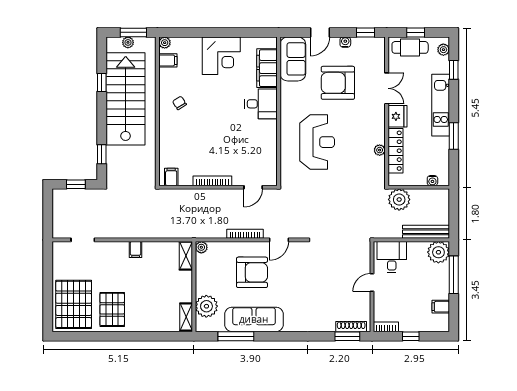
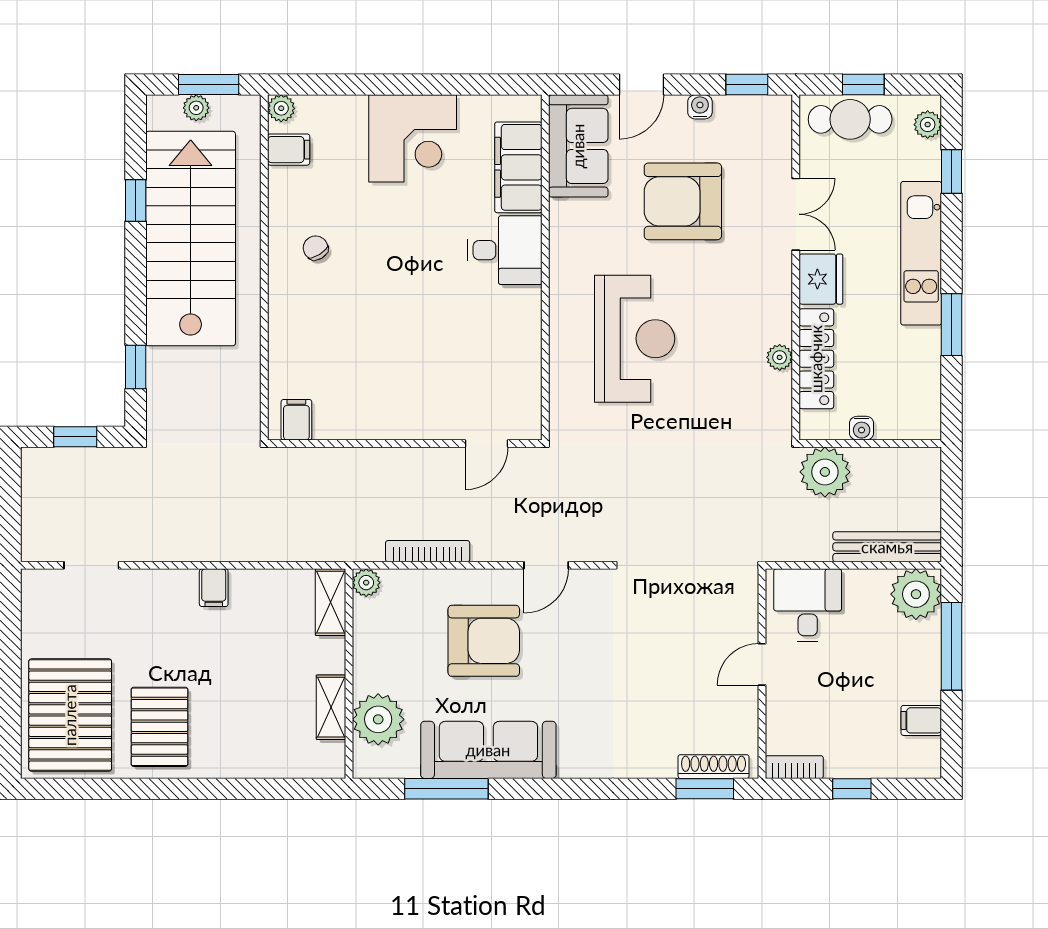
bookcase: (212, 181) -> (392, 429), removed
water cooler: (432, 181) -> (862, 428), moved
bookcase: (245, 234) -> (428, 551), moved
shelving: (186, 317) -> (331, 707), moved

